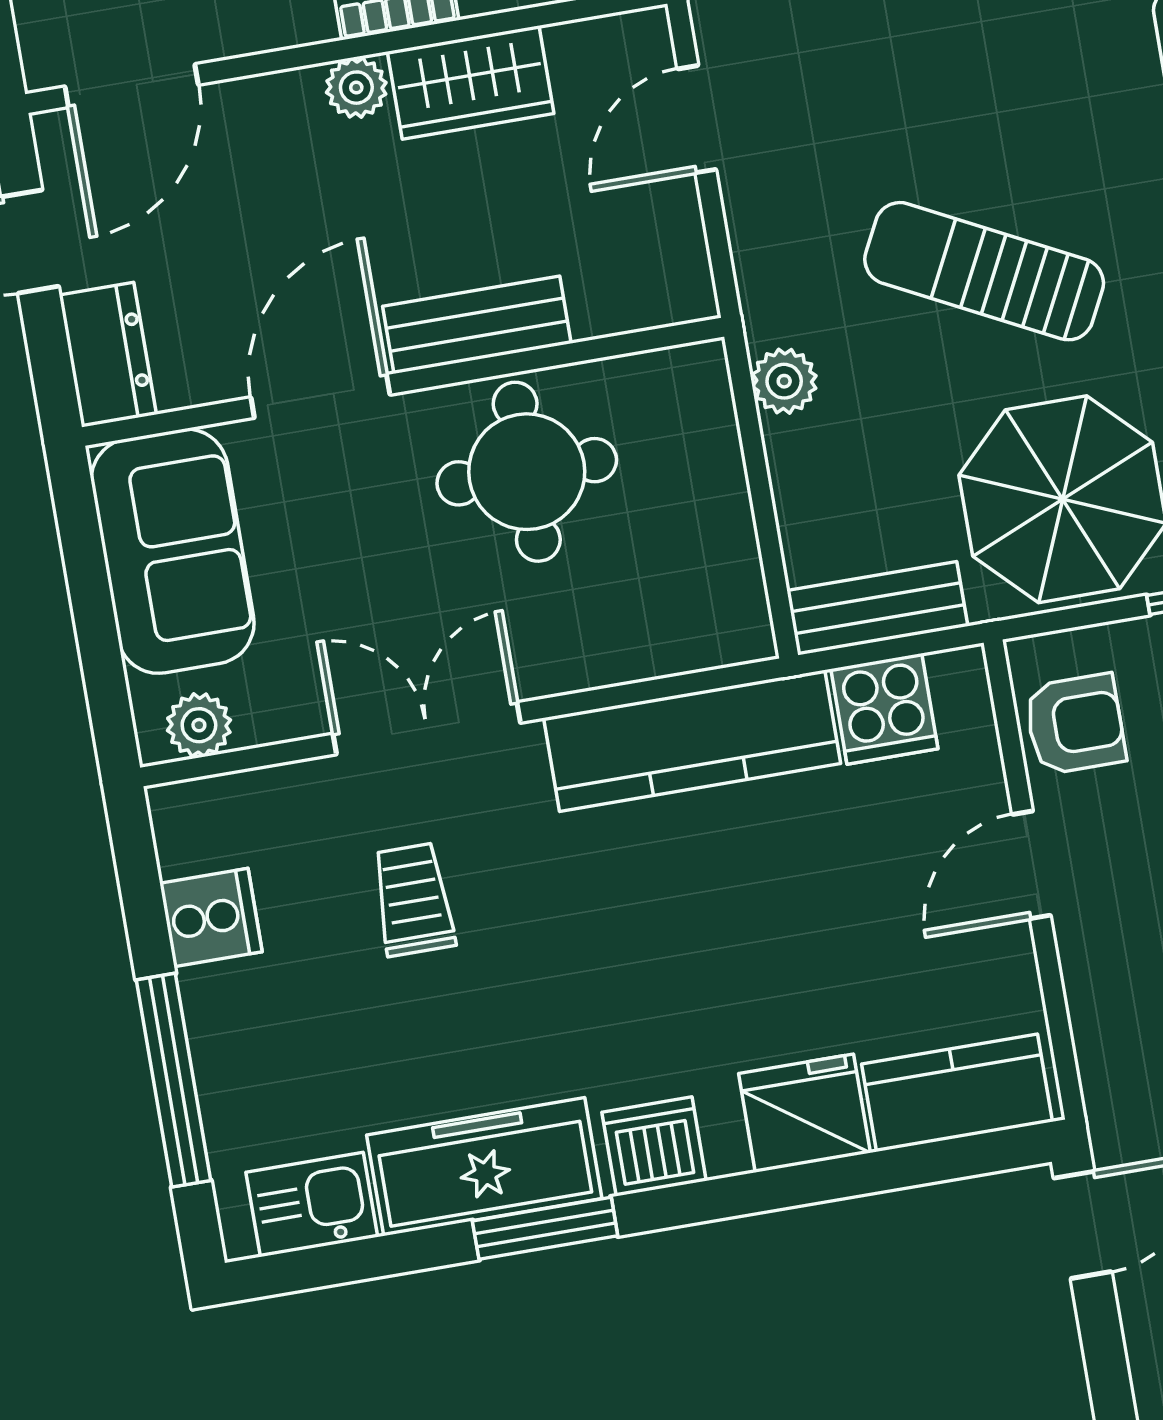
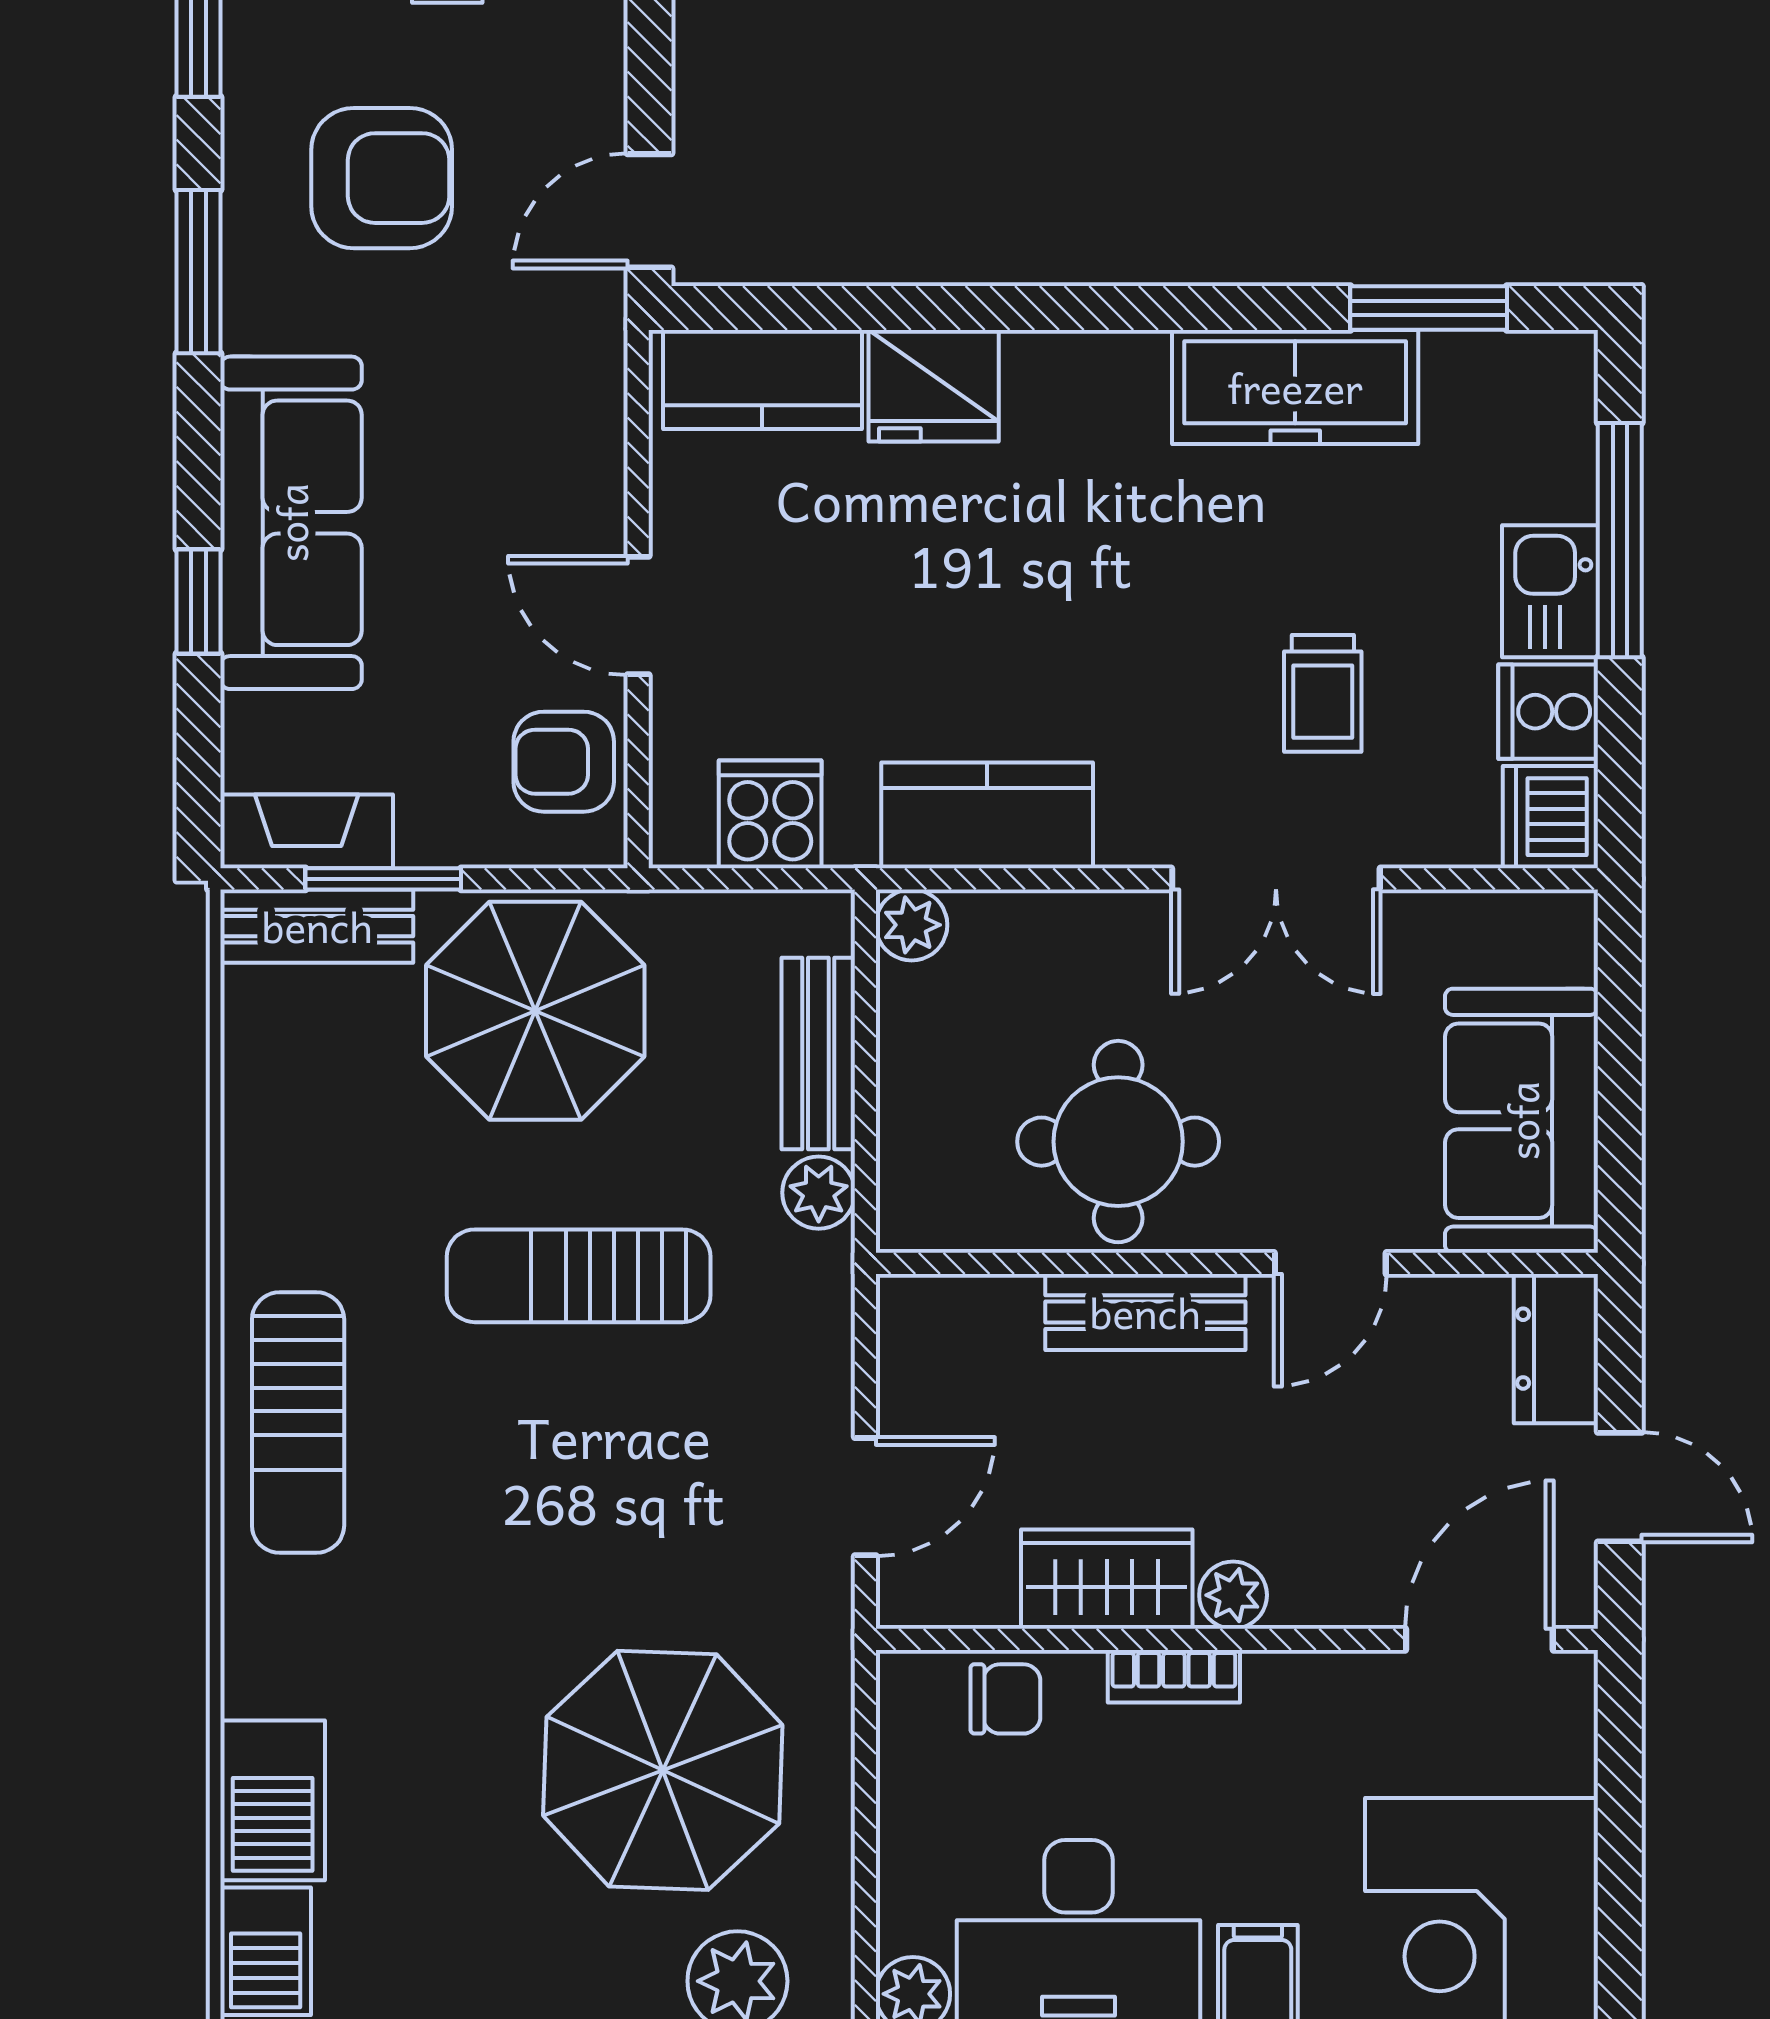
sun lounger: (984, 271) -> (579, 1276), turned 153
door: (320, 396) -> (1330, 1263), width x0.73
bench: (877, 608) -> (818, 1054), moved, turned 90
plant: (199, 725) -> (912, 925), moved
kitchen counter: (692, 741) -> (987, 815), width x0.67
door: (1031, 865) -> (638, 616), swing flipped
dishwasher: (654, 1146) -> (1550, 817), moved, turned 90
kitchen sink: (312, 1205) -> (1550, 591), moved, turned 90
window: (545, 1228) -> (1429, 308), moved

